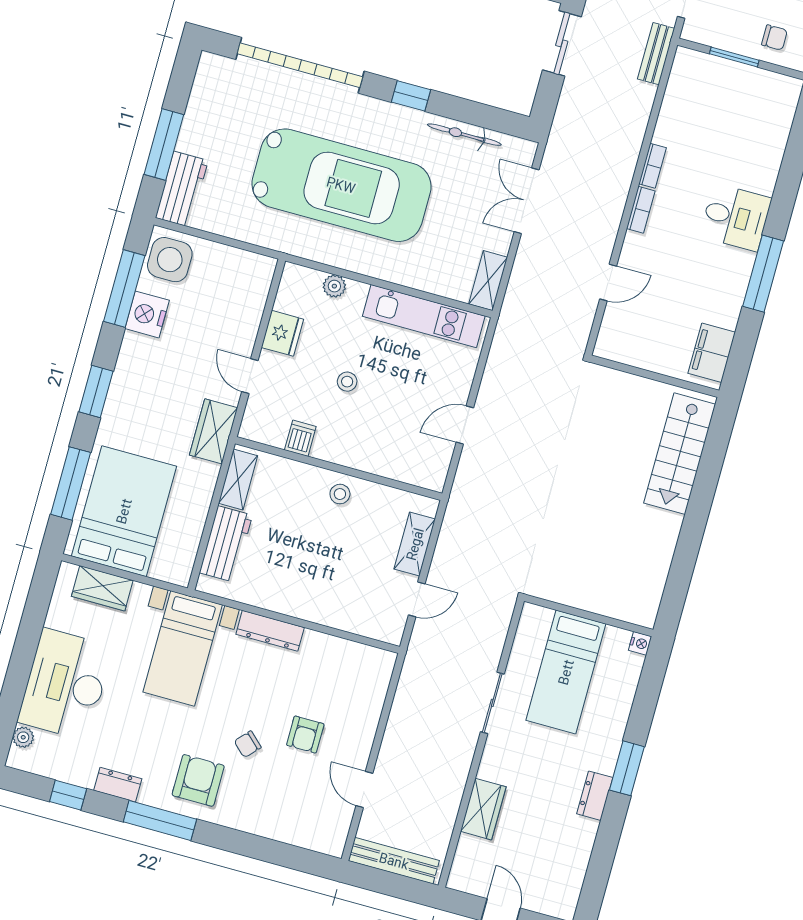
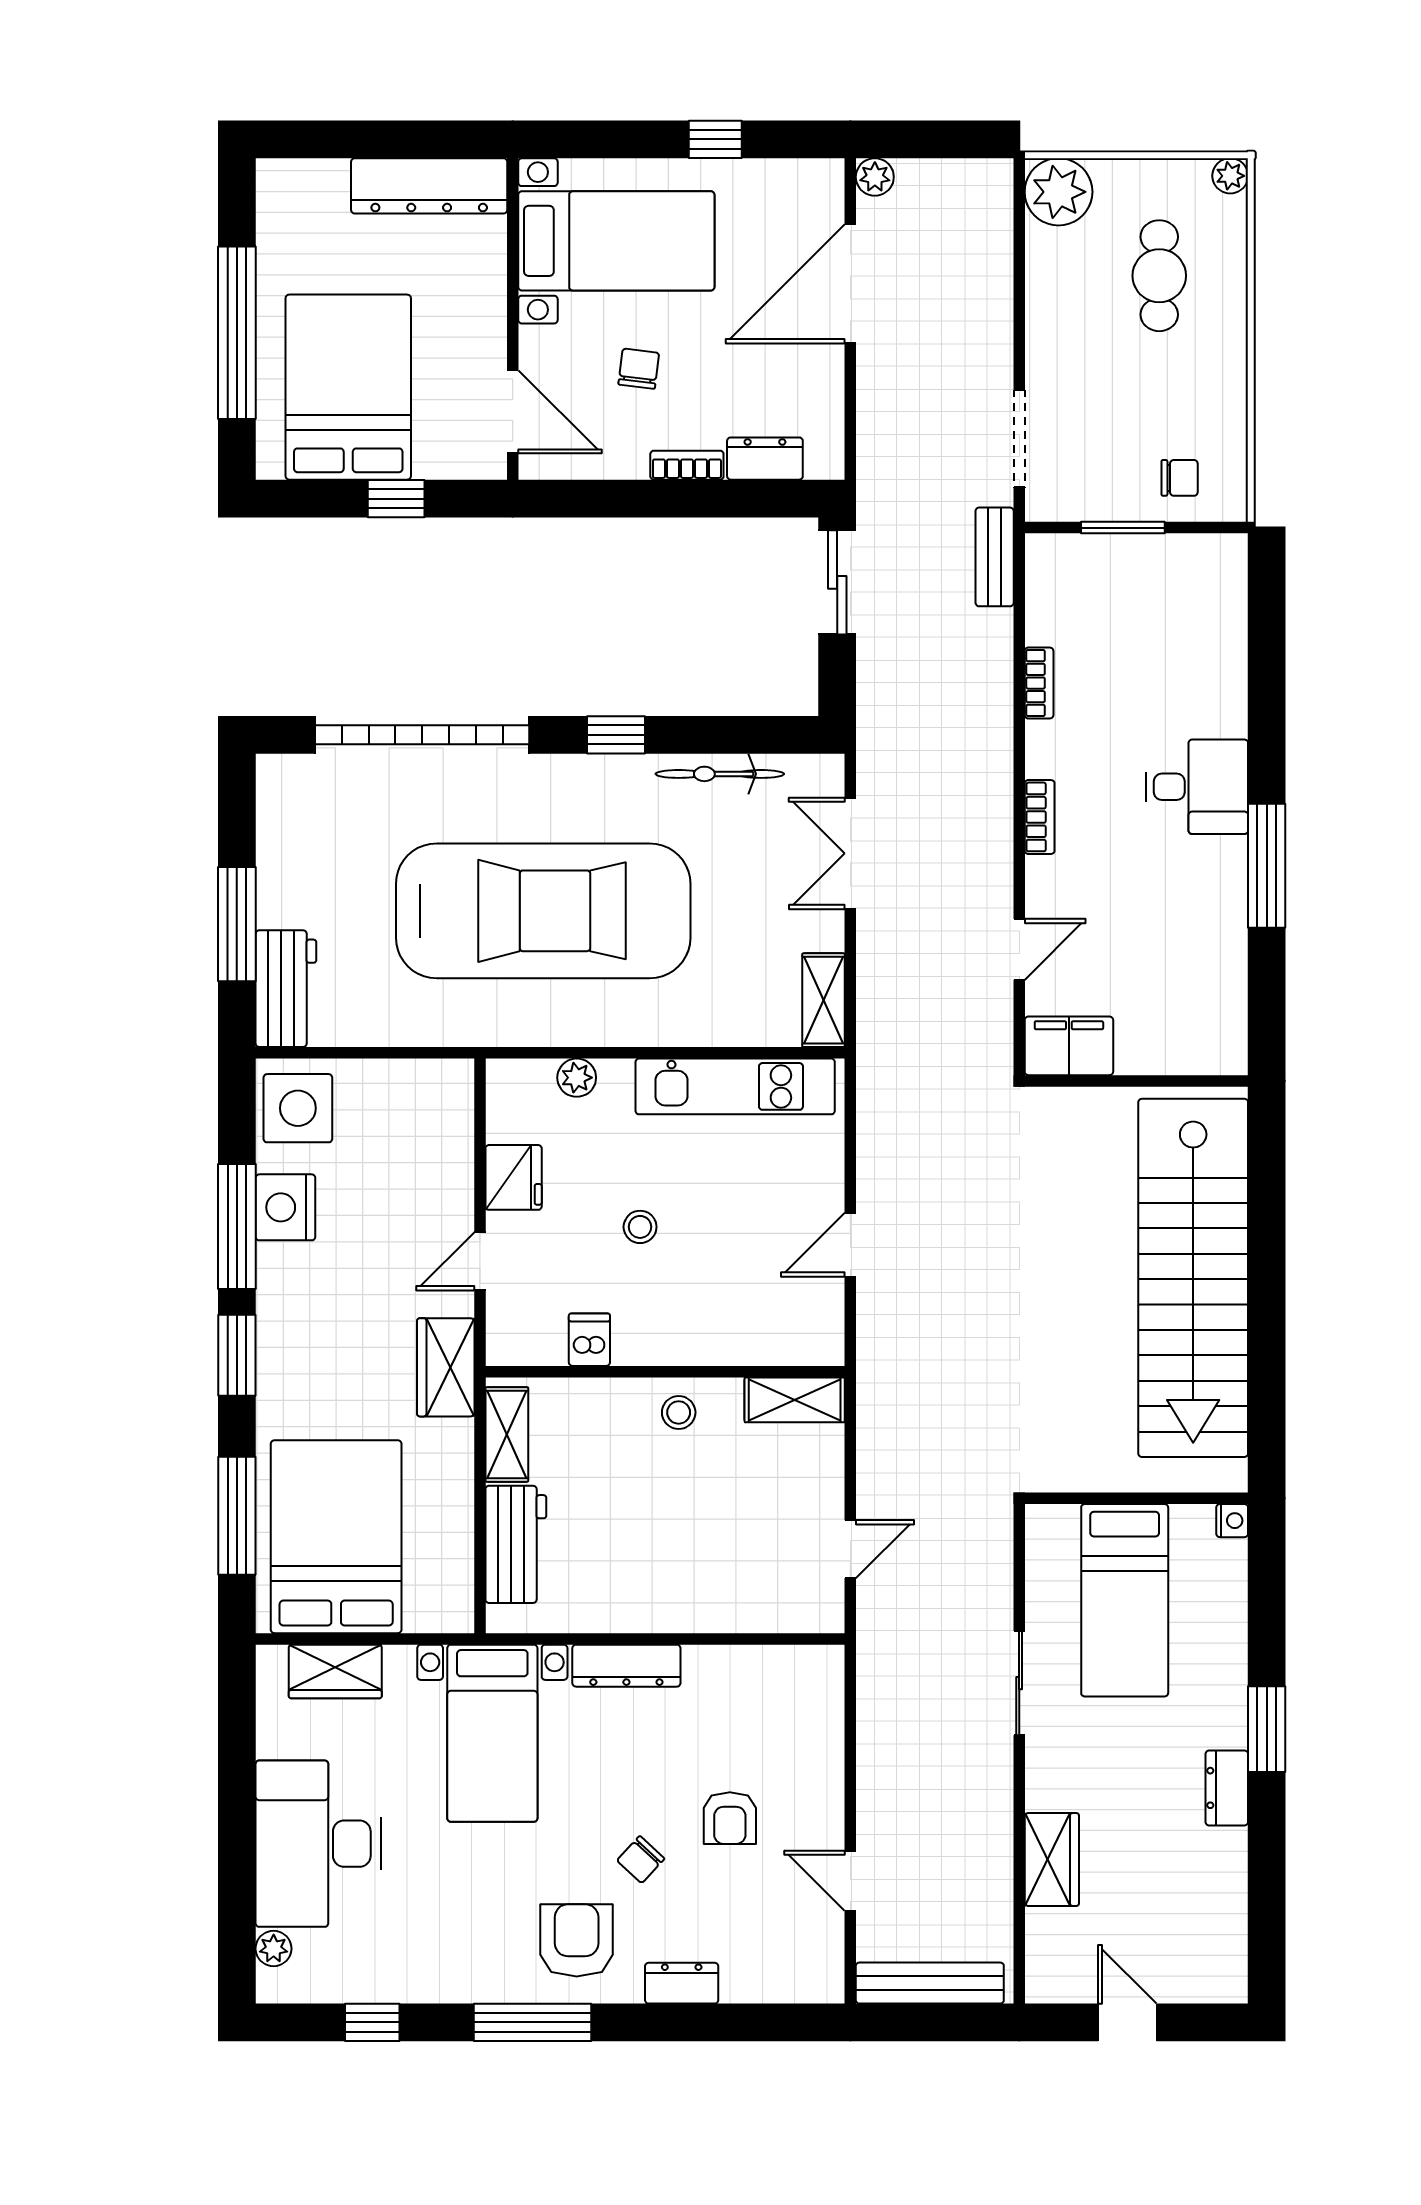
bookcase: (653, 166) -> (1039, 683), moved
window: (124, 289) -> (237, 1226), moved
filing cabinet: (712, 353) -> (1069, 1046), moved, turned 90
door: (250, 376) -> (480, 1261), hinge flipped
stairs: (680, 454) -> (1193, 1278), width x1.86, depth x1.51
shelving: (415, 544) -> (795, 1400), moved, turned 90
dresser: (118, 785) -> (682, 1983), moved

